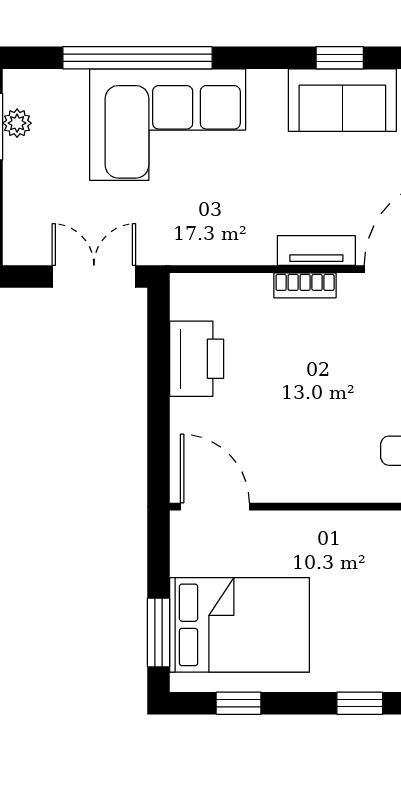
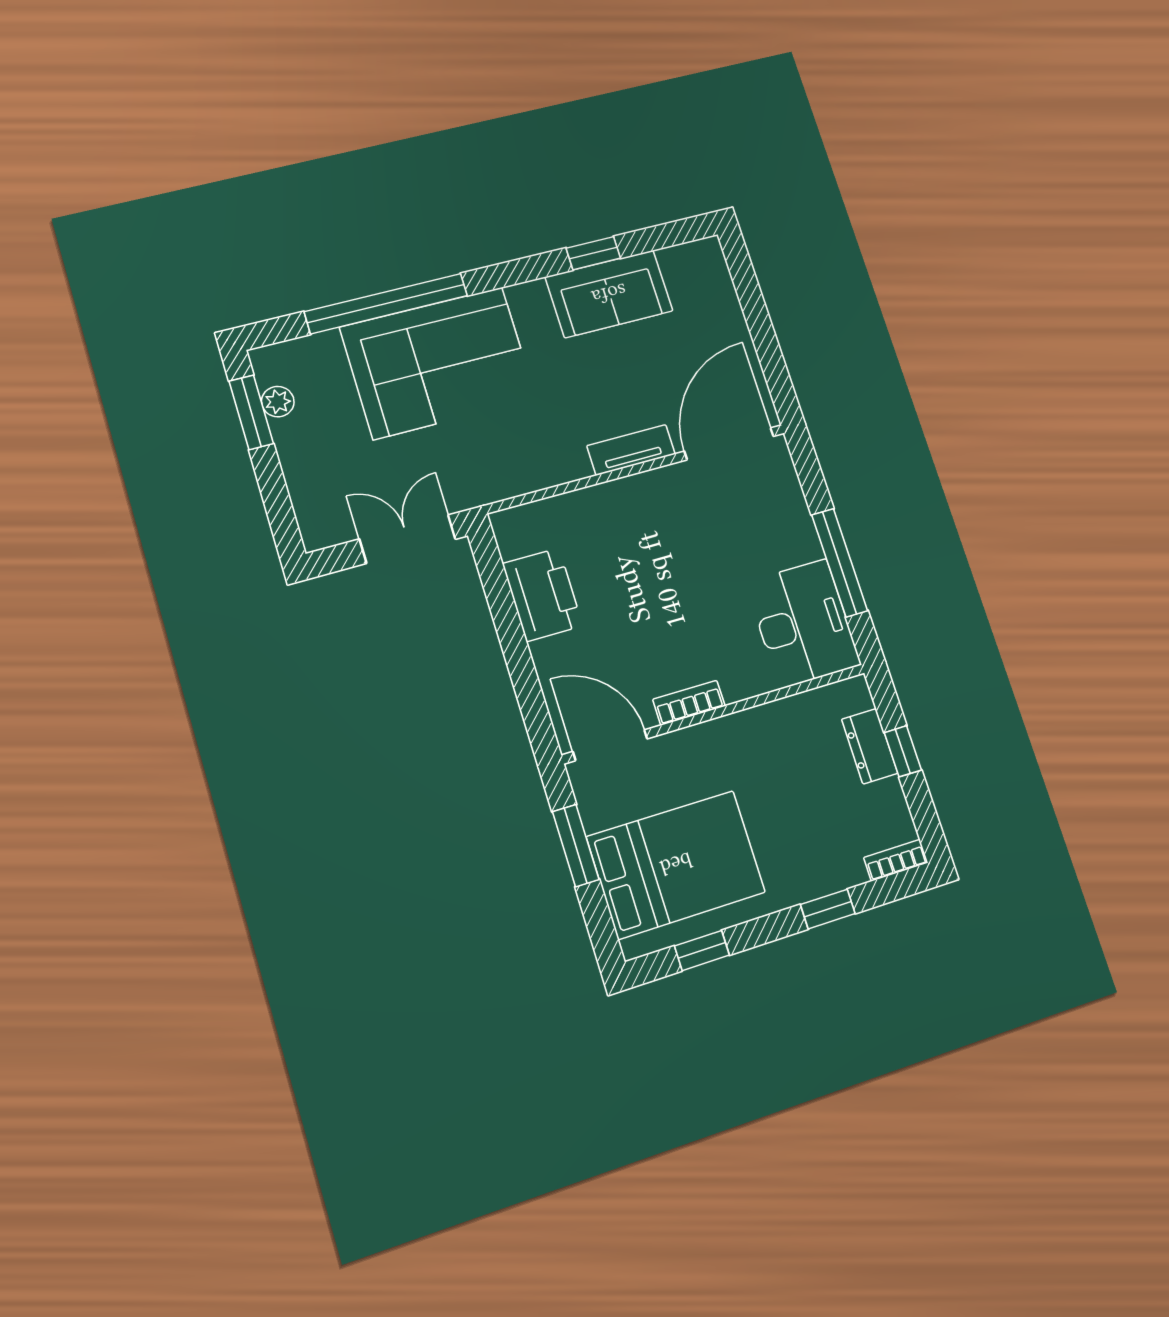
bookcase: (305, 285) -> (689, 703), moved, turned 180
window: (159, 633) -> (576, 846), moved

